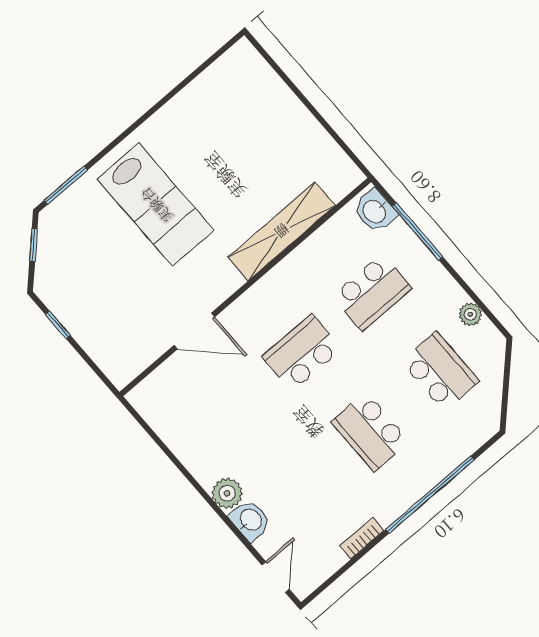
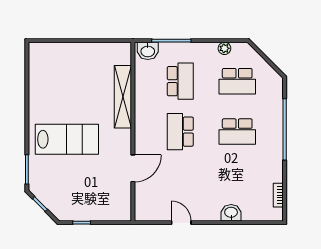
school desk: (440, 371) -> (237, 81), turned 180
plant: (227, 493) -> (212, 213), removed
bookcase: (362, 538) -> (278, 195), moved
door: (275, 577) -> (181, 223), moved

